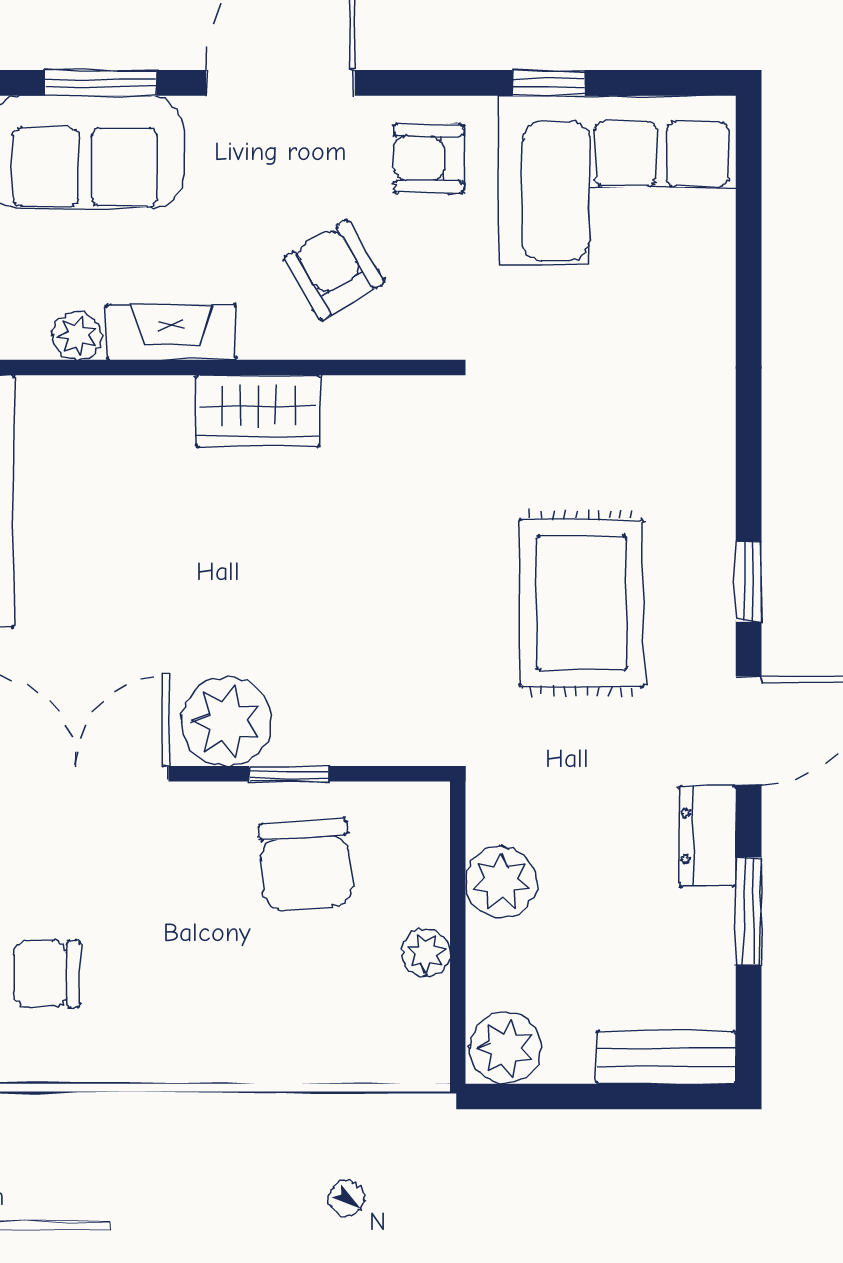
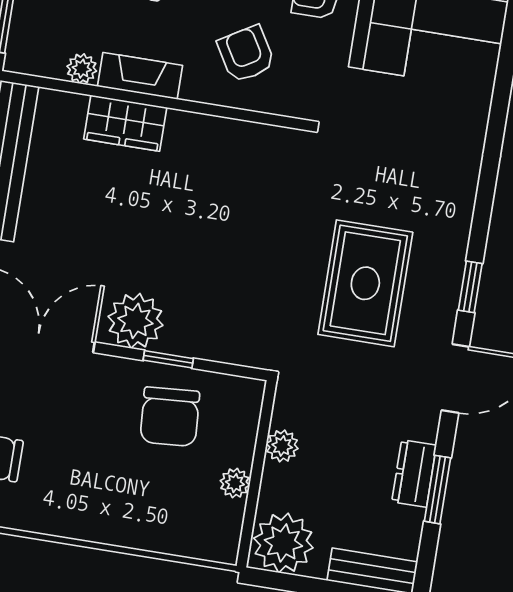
wardrobe: (258, 411) -> (125, 123), moved
dresser: (707, 836) -> (414, 473), moved
plant: (501, 882) -> (282, 446), width x0.73, depth x0.73
plant: (505, 1048) -> (283, 543), width x1.36, depth x1.36

